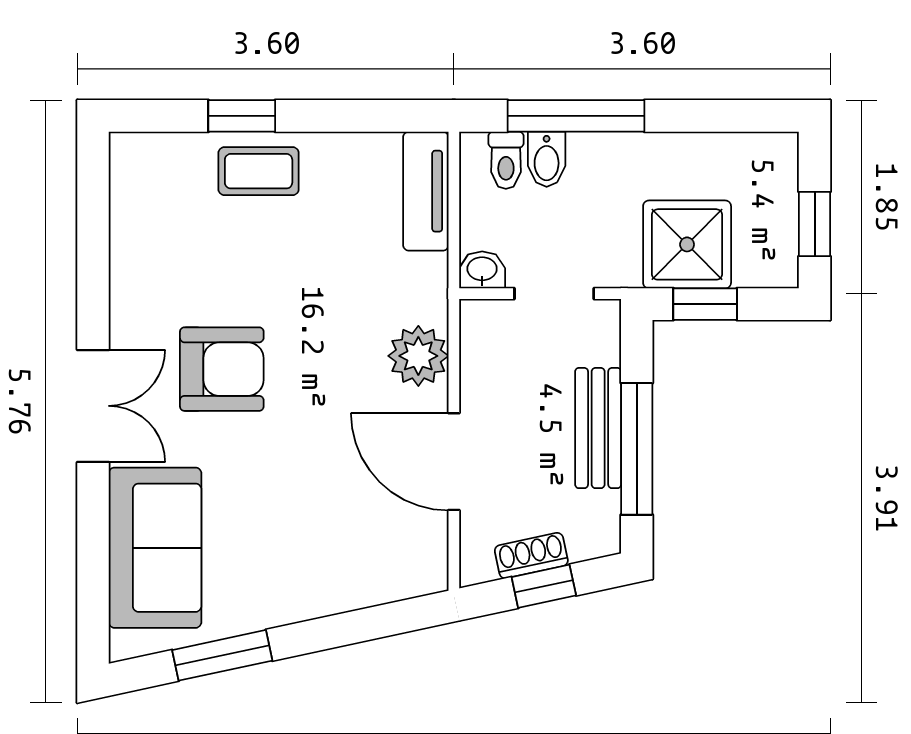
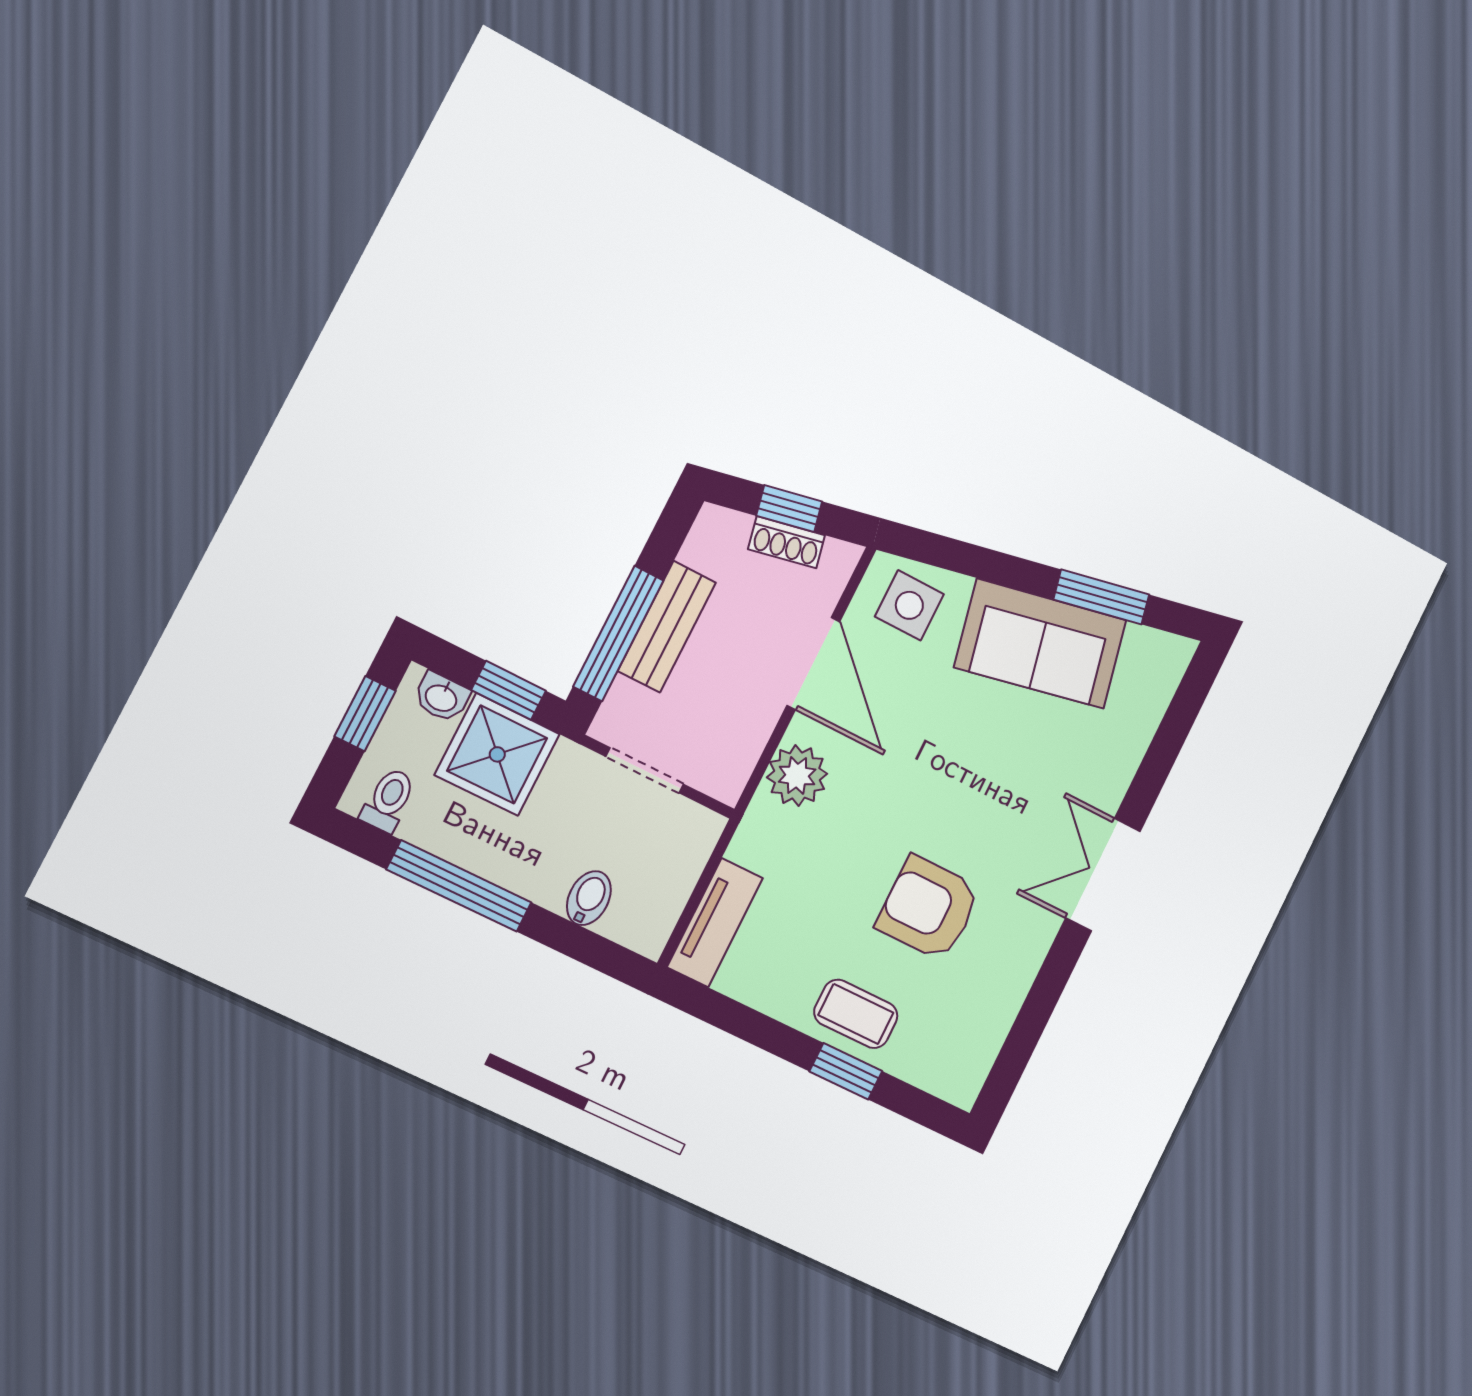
window: (576, 116) -> (459, 886), moved
toilet: (506, 160) -> (388, 800), moved
washbasin: (482, 270) -> (442, 697), moved
armchair: (222, 369) -> (929, 908), moved
window: (637, 449) -> (618, 633), moved
sofa: (155, 548) -> (1041, 644), moved, turned -102
side table: (394, 557) -> (909, 605), added

